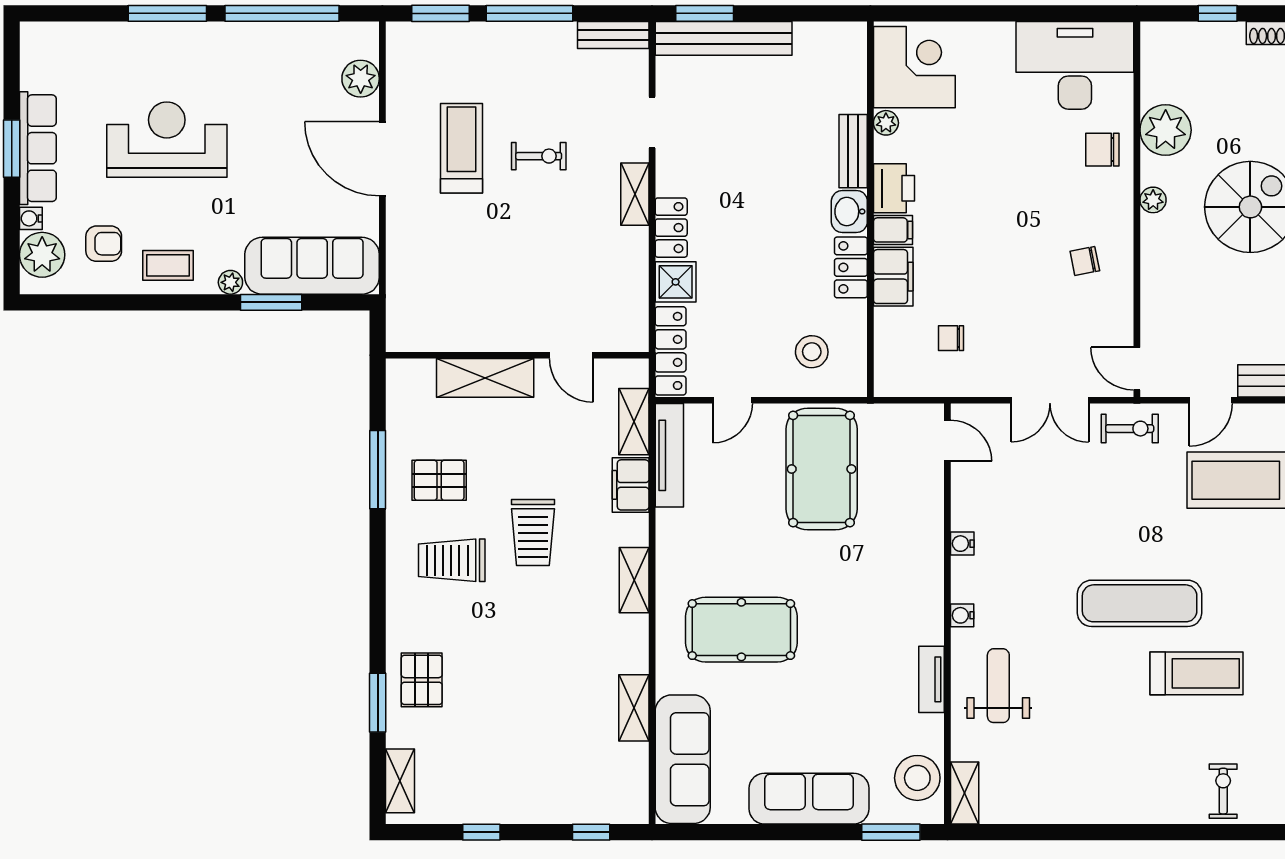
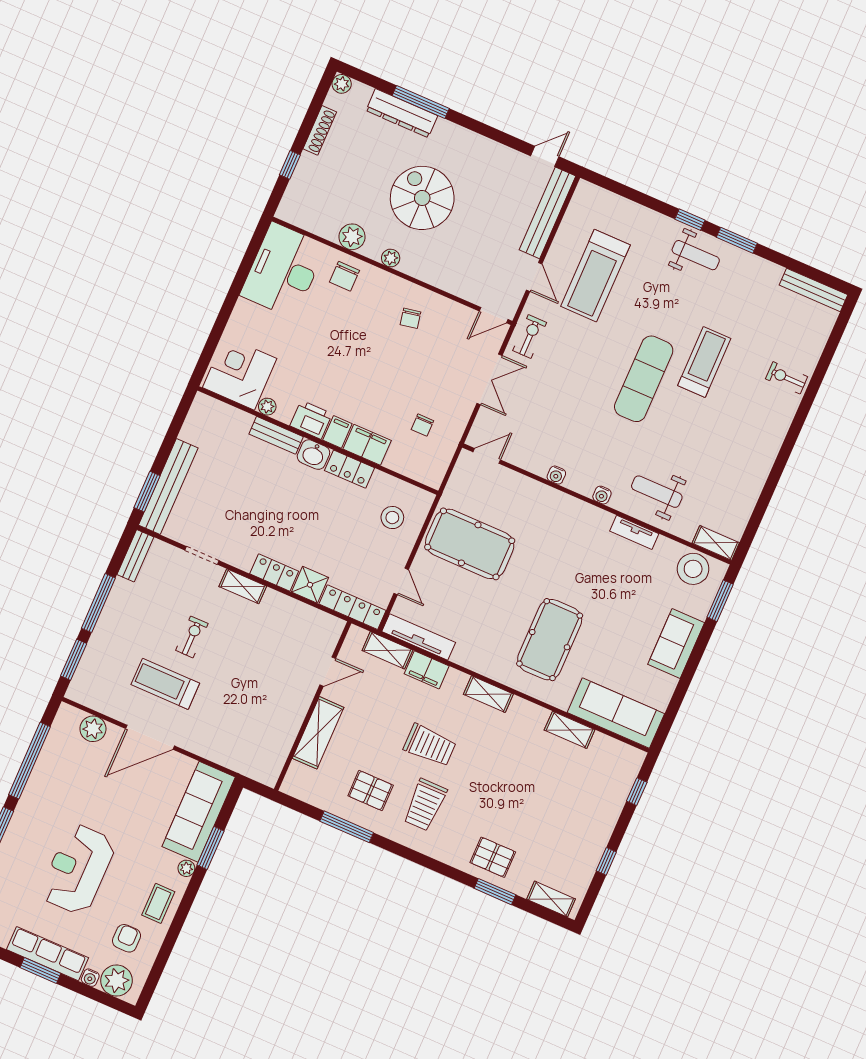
plant: (1166, 130) -> (352, 237), width x0.73, depth x0.73
pallet: (439, 480) -> (371, 791), turned 90
sofa: (809, 799) -> (676, 644), width x0.73

